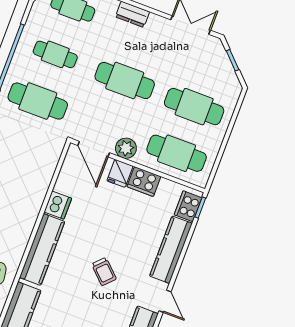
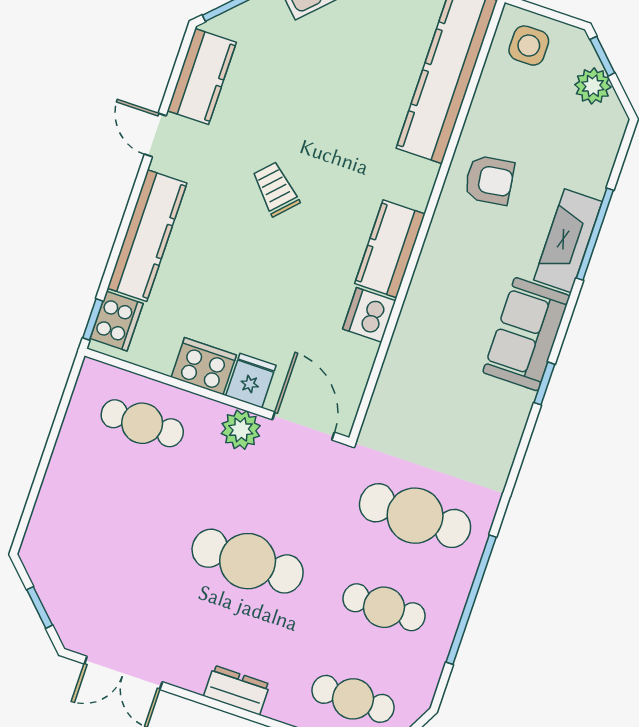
cafe table: (194, 107) -> (111, 515), removed
cafe table: (177, 153) -> (142, 423), width x0.73, depth x0.74
kitchen counter: (42, 249) -> (390, 249), width x0.67

